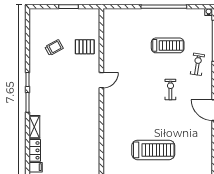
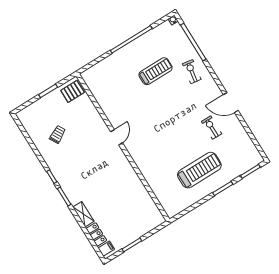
pallet: (85, 47) -> (73, 91), moved
exercise bike: (170, 89) -> (212, 128), moved

